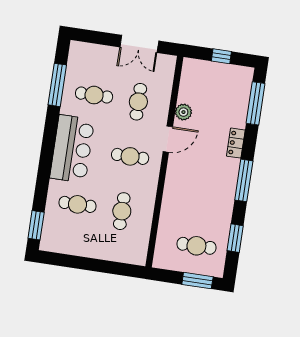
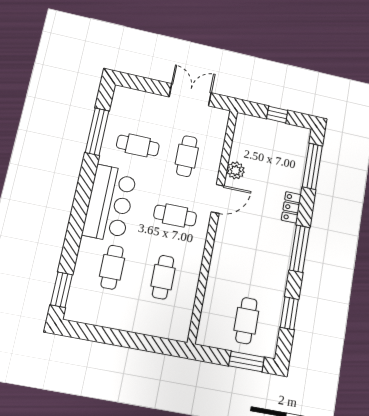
double door: (139, 44) -> (190, 95), swing flipped
cafe table: (77, 204) -> (112, 267), turned 90
cafe table: (196, 246) -> (246, 321), turned 90

